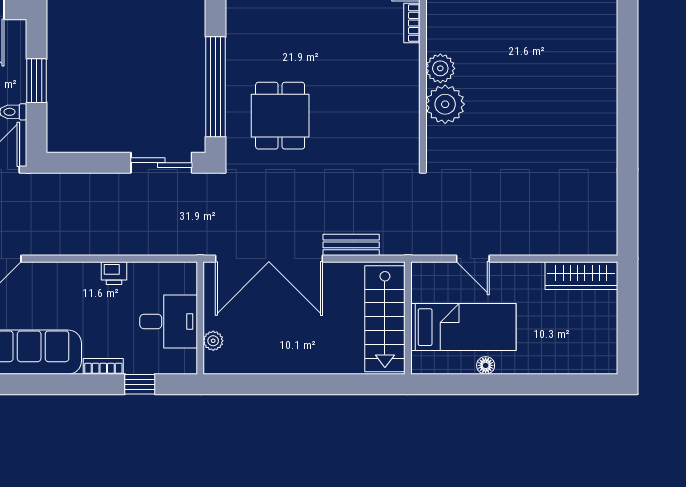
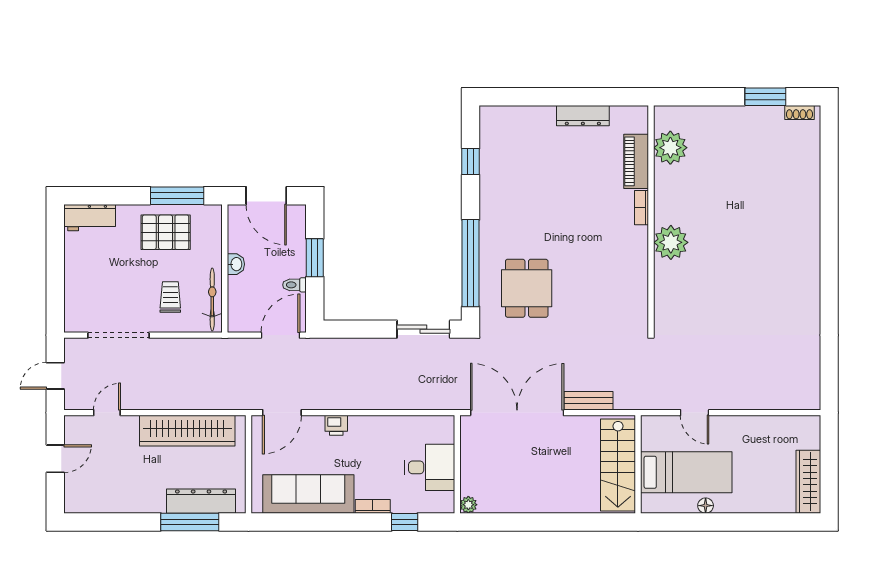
plant: (440, 68) -> (671, 242), width x1.36, depth x1.36
plant: (445, 104) -> (670, 278), removed
double door: (269, 259) -> (517, 413), swing flipped
printer: (114, 273) -> (336, 425), moved
wardrobe: (581, 276) -> (808, 482), moved, turned 90
plant: (213, 341) -> (468, 505), moved

